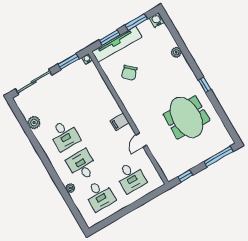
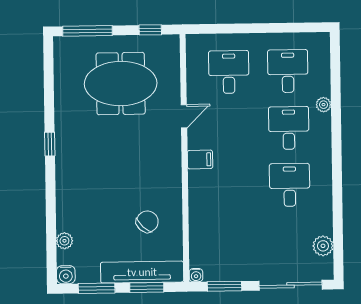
plant: (176, 52) -> (64, 241), moved
meeting table: (186, 117) -> (121, 84), moved, turned 90
plant: (34, 123) -> (323, 246), moved
desk: (82, 165) -> (289, 128), turned 180

